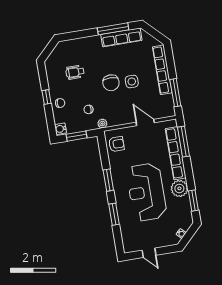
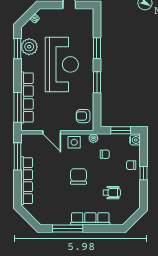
row of seats: (121, 37) -> (90, 219), moved
side table: (132, 81) -> (74, 142), moved
plant: (179, 188) -> (29, 47), moved

